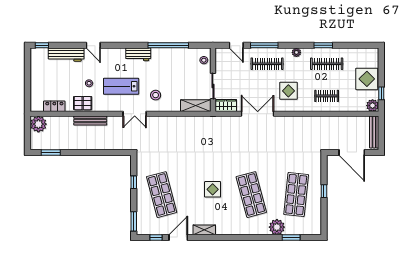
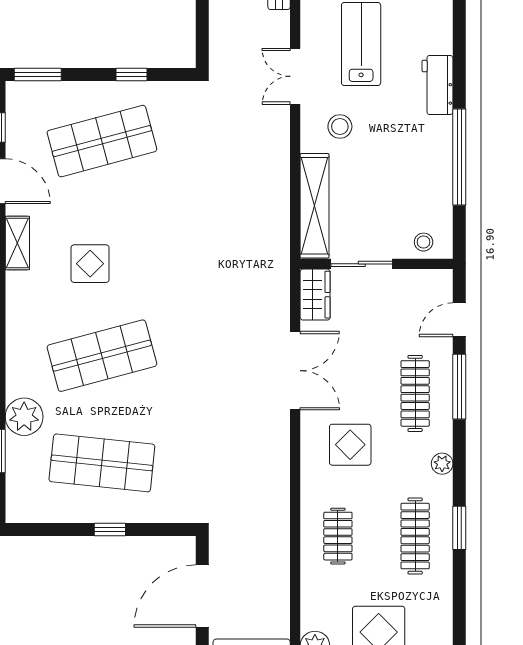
shelving: (196, 106) -> (315, 206), width x1.47
display table: (213, 189) -> (90, 264), moved

